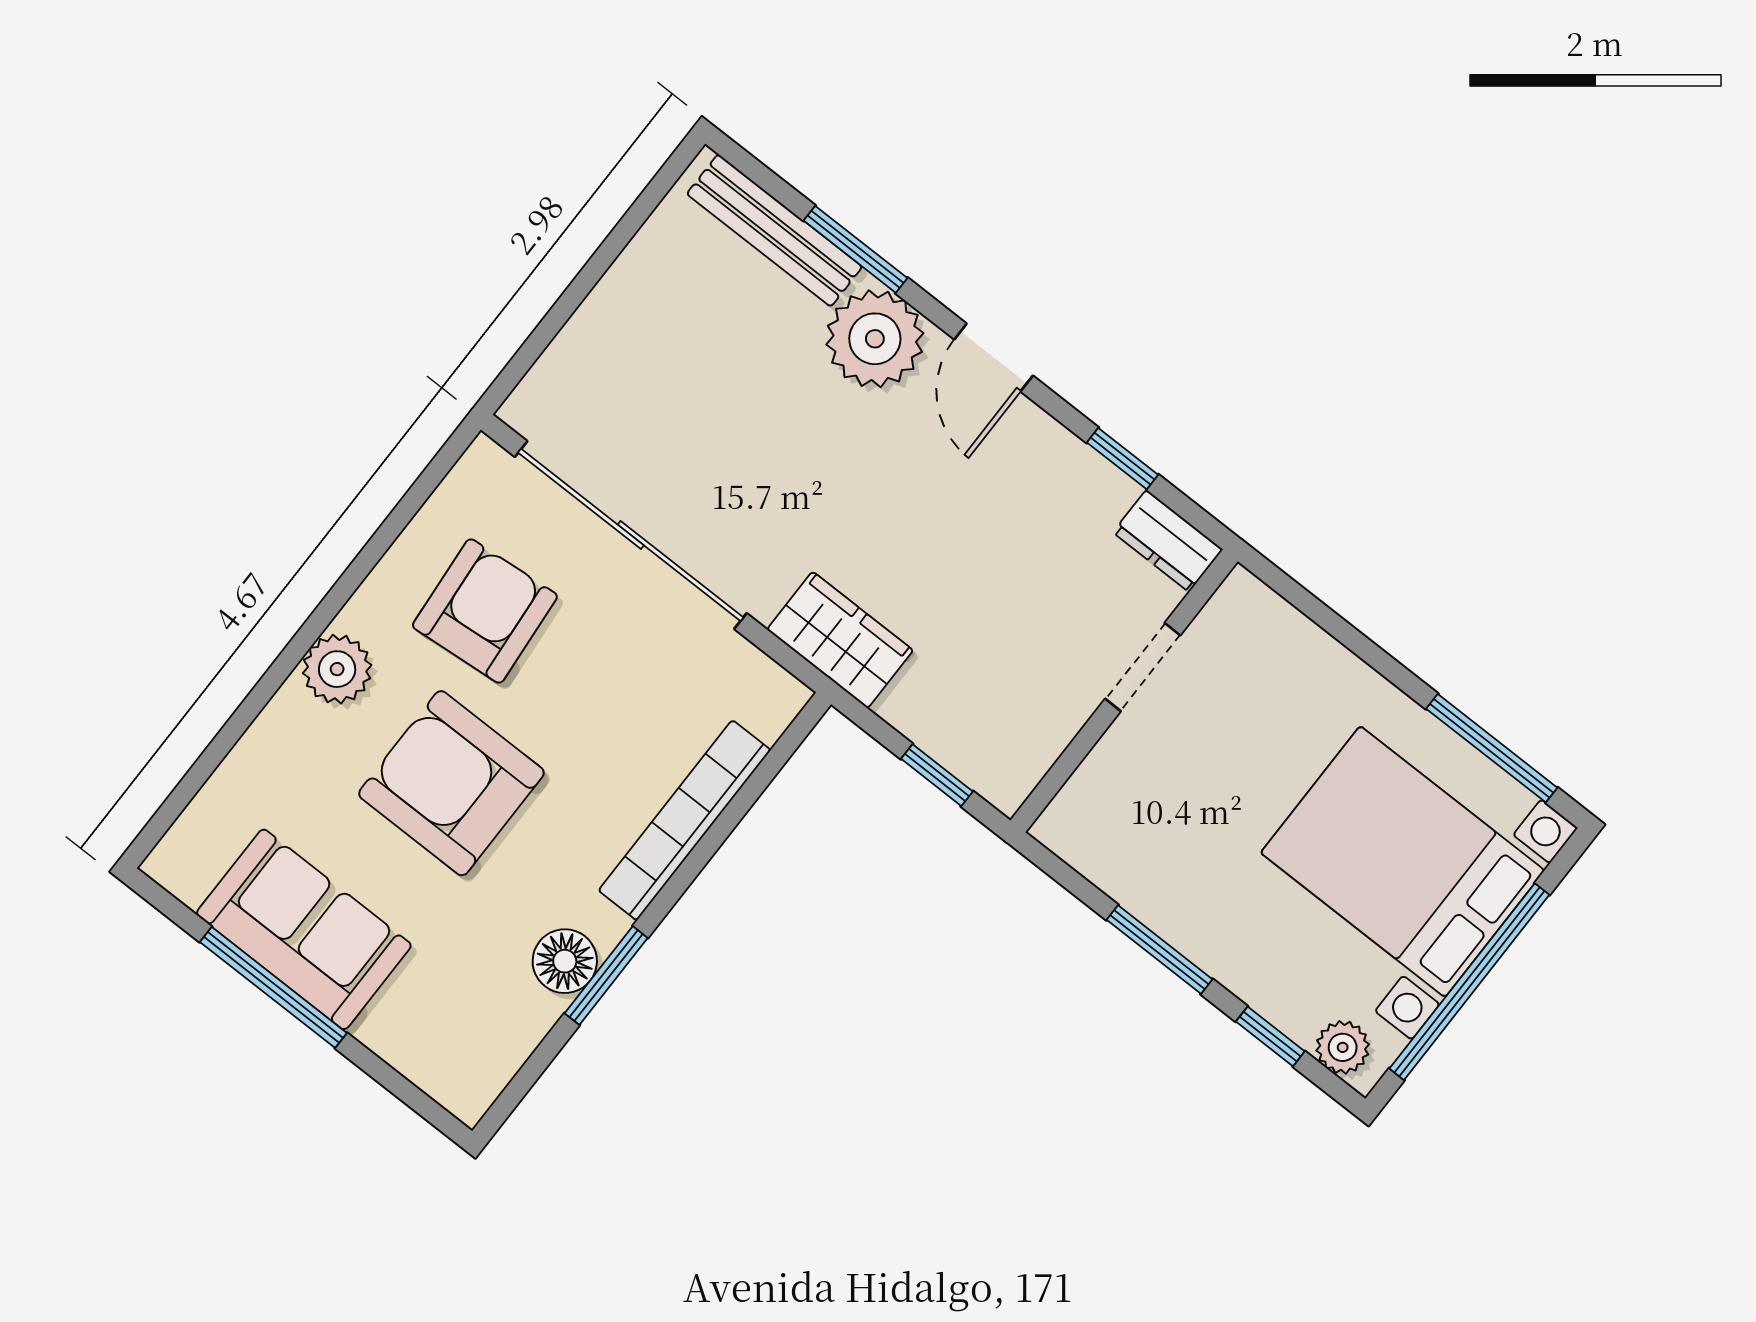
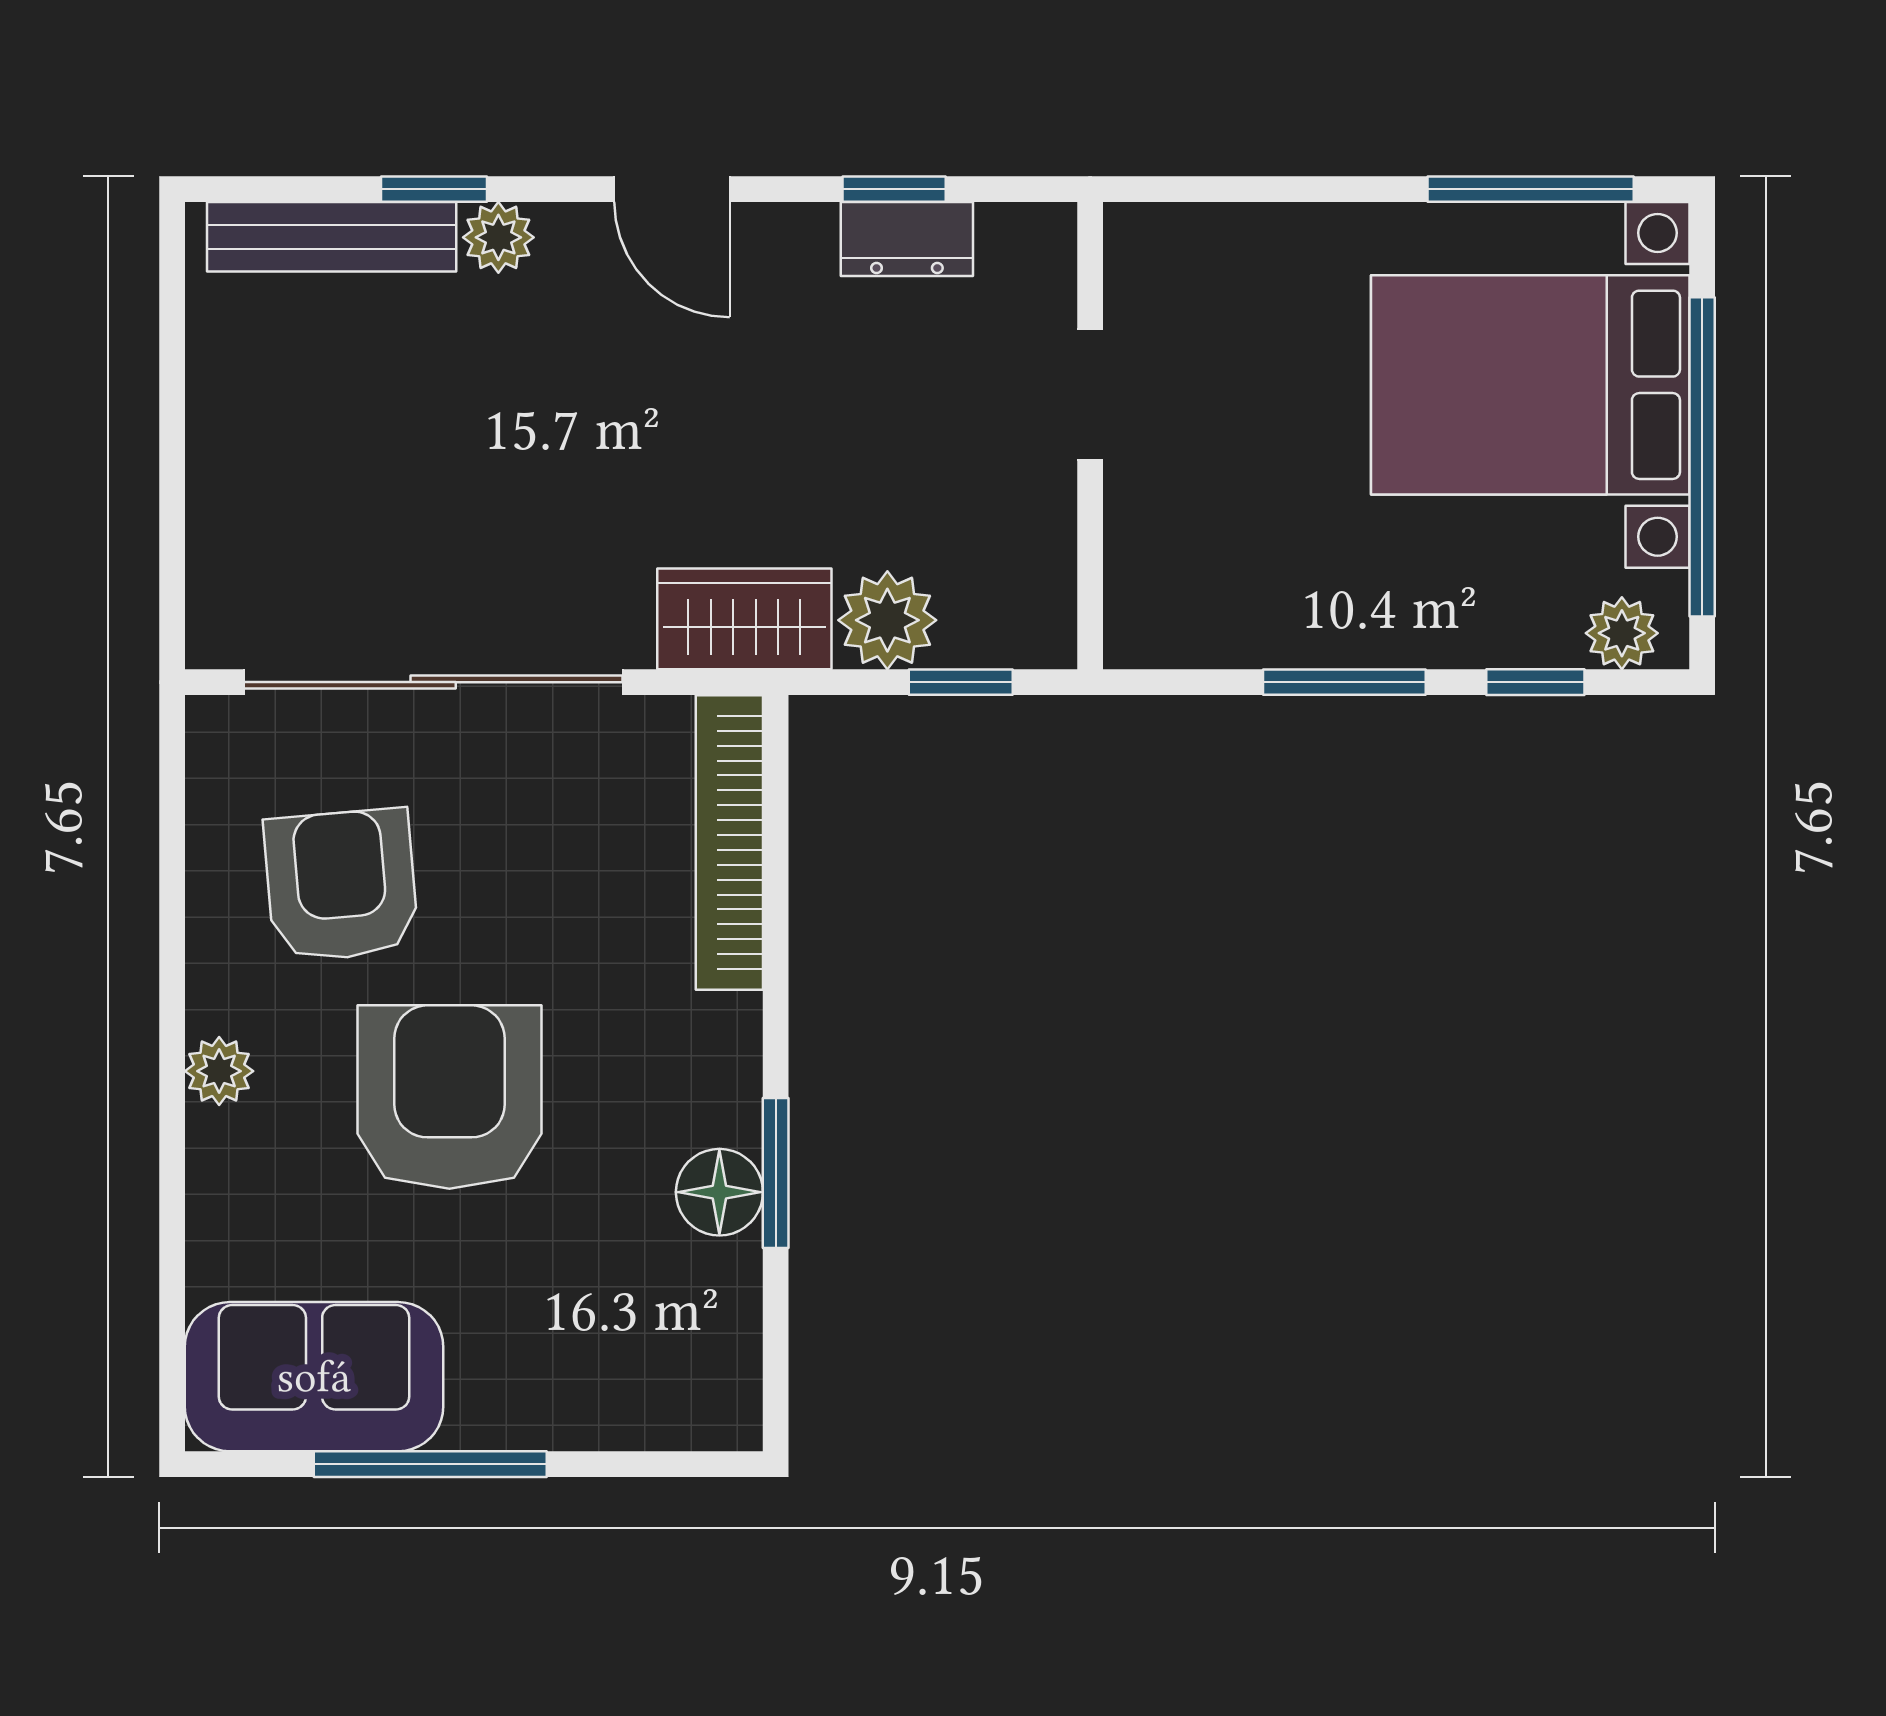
window: (856, 249) -> (434, 189), width x0.67
plant: (875, 339) -> (498, 237), width x0.53, depth x0.53
dresser: (1168, 541) -> (907, 239), moved
plant: (337, 669) -> (219, 1071), width x0.73, depth x0.73
plant: (922, 706) -> (887, 620), added
armchair: (451, 783) -> (449, 1097), turned 90
bookcase: (685, 820) -> (729, 842), moved
sofa: (304, 929) -> (314, 1377), moved

